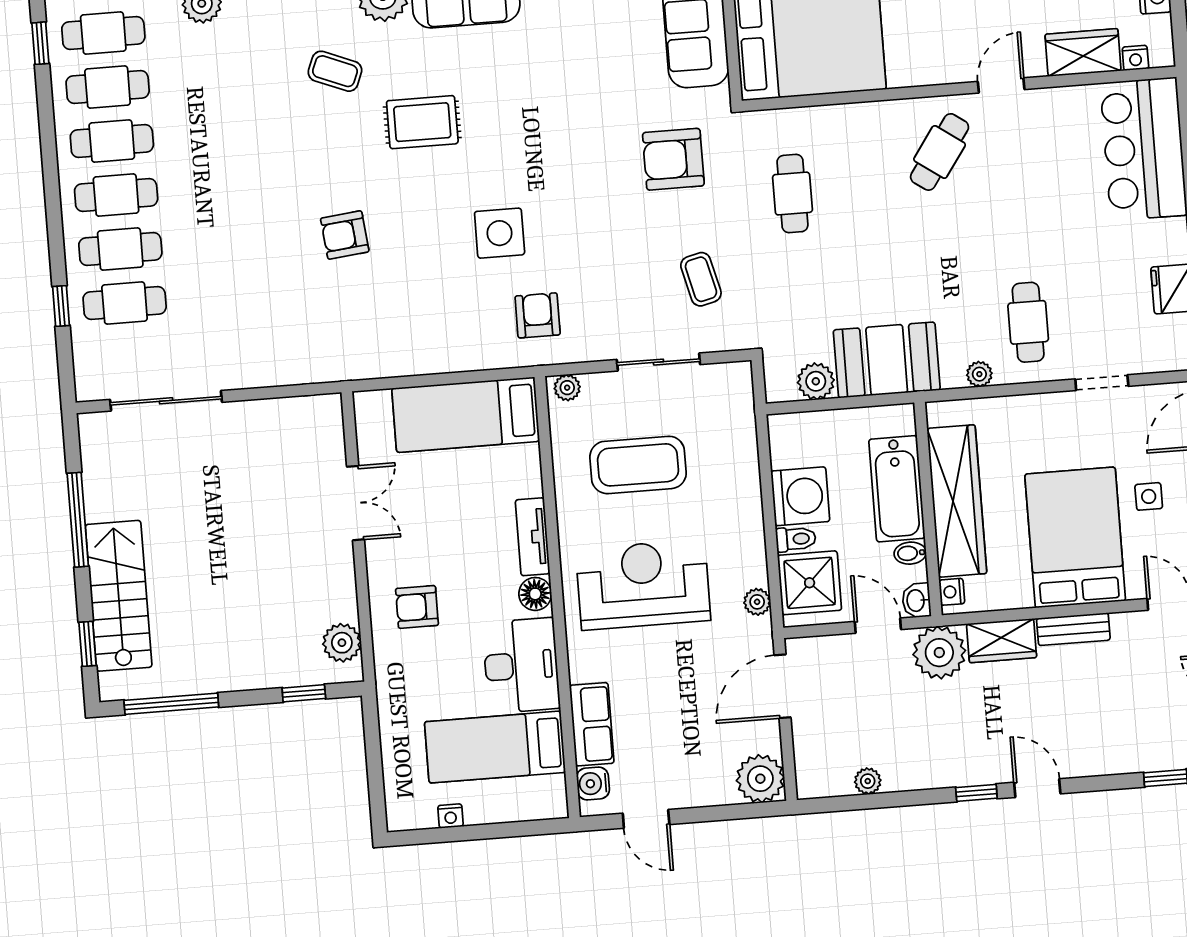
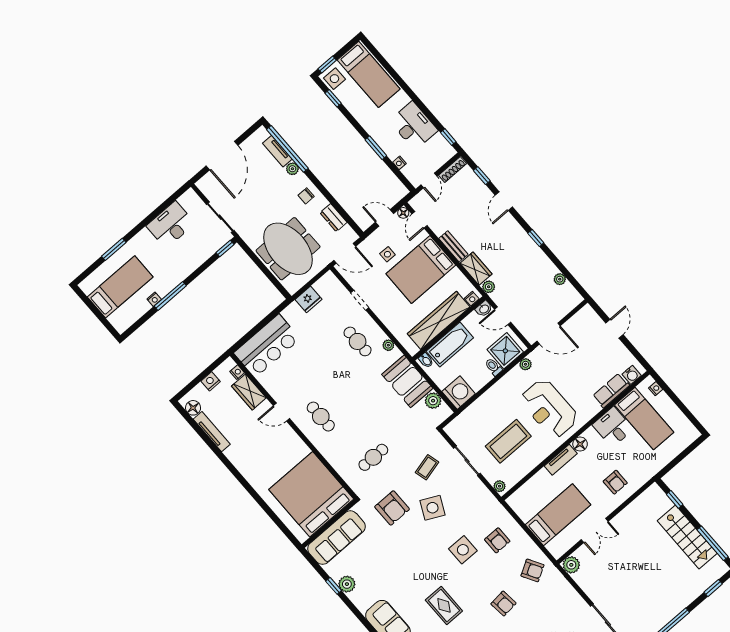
cafe table: (940, 152) -> (321, 417), turned 55
side table: (619, 234) -> (433, 508), added
armchair: (538, 315) -> (497, 540), moved, turned -90
cafe table: (1028, 322) -> (358, 341), turned 90
armchair: (366, 334) -> (532, 570), added
bed: (466, 415) -> (558, 515), moved, turned -90
coffee table: (638, 465) -> (508, 441), turned 90
washing machine: (800, 496) -> (459, 393), moved, turned 90
double door: (356, 503) -> (595, 530), swing flipped
bidet: (910, 553) -> (426, 360), moved
stairs: (119, 596) -> (687, 537), moved, turned -90
door: (878, 626) -> (503, 316), hinge flipped
plant: (342, 643) -> (571, 565), moved
plant: (939, 653) -> (489, 287), width x0.53, depth x0.53
desk: (521, 665) -> (613, 427), width x0.73
plant: (760, 779) -> (587, 317), removed
door: (1037, 788) -> (504, 201), moved
nightstand: (450, 816) -> (656, 389), moved
door: (646, 819) -> (614, 329), moved

